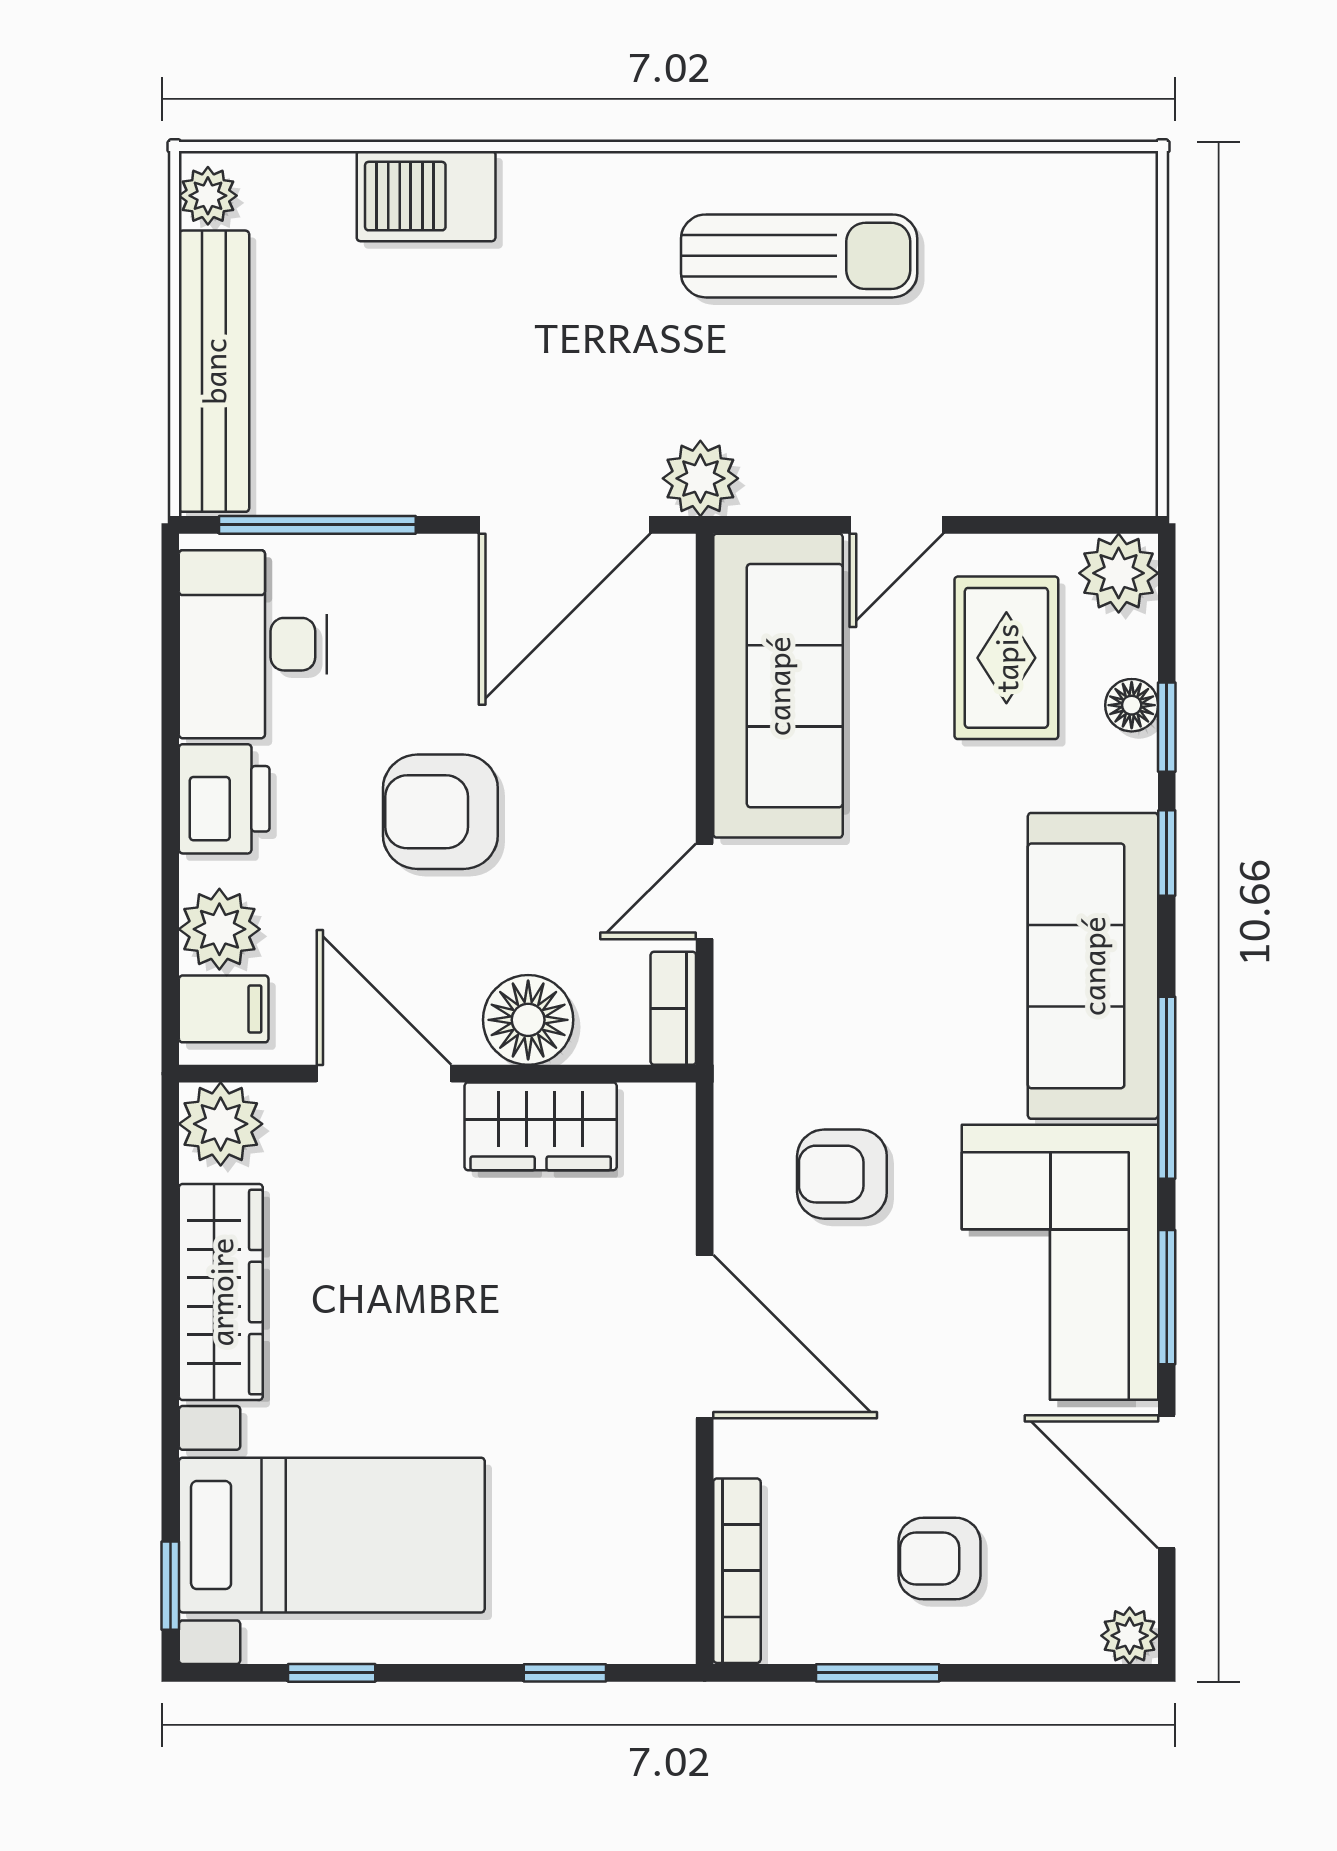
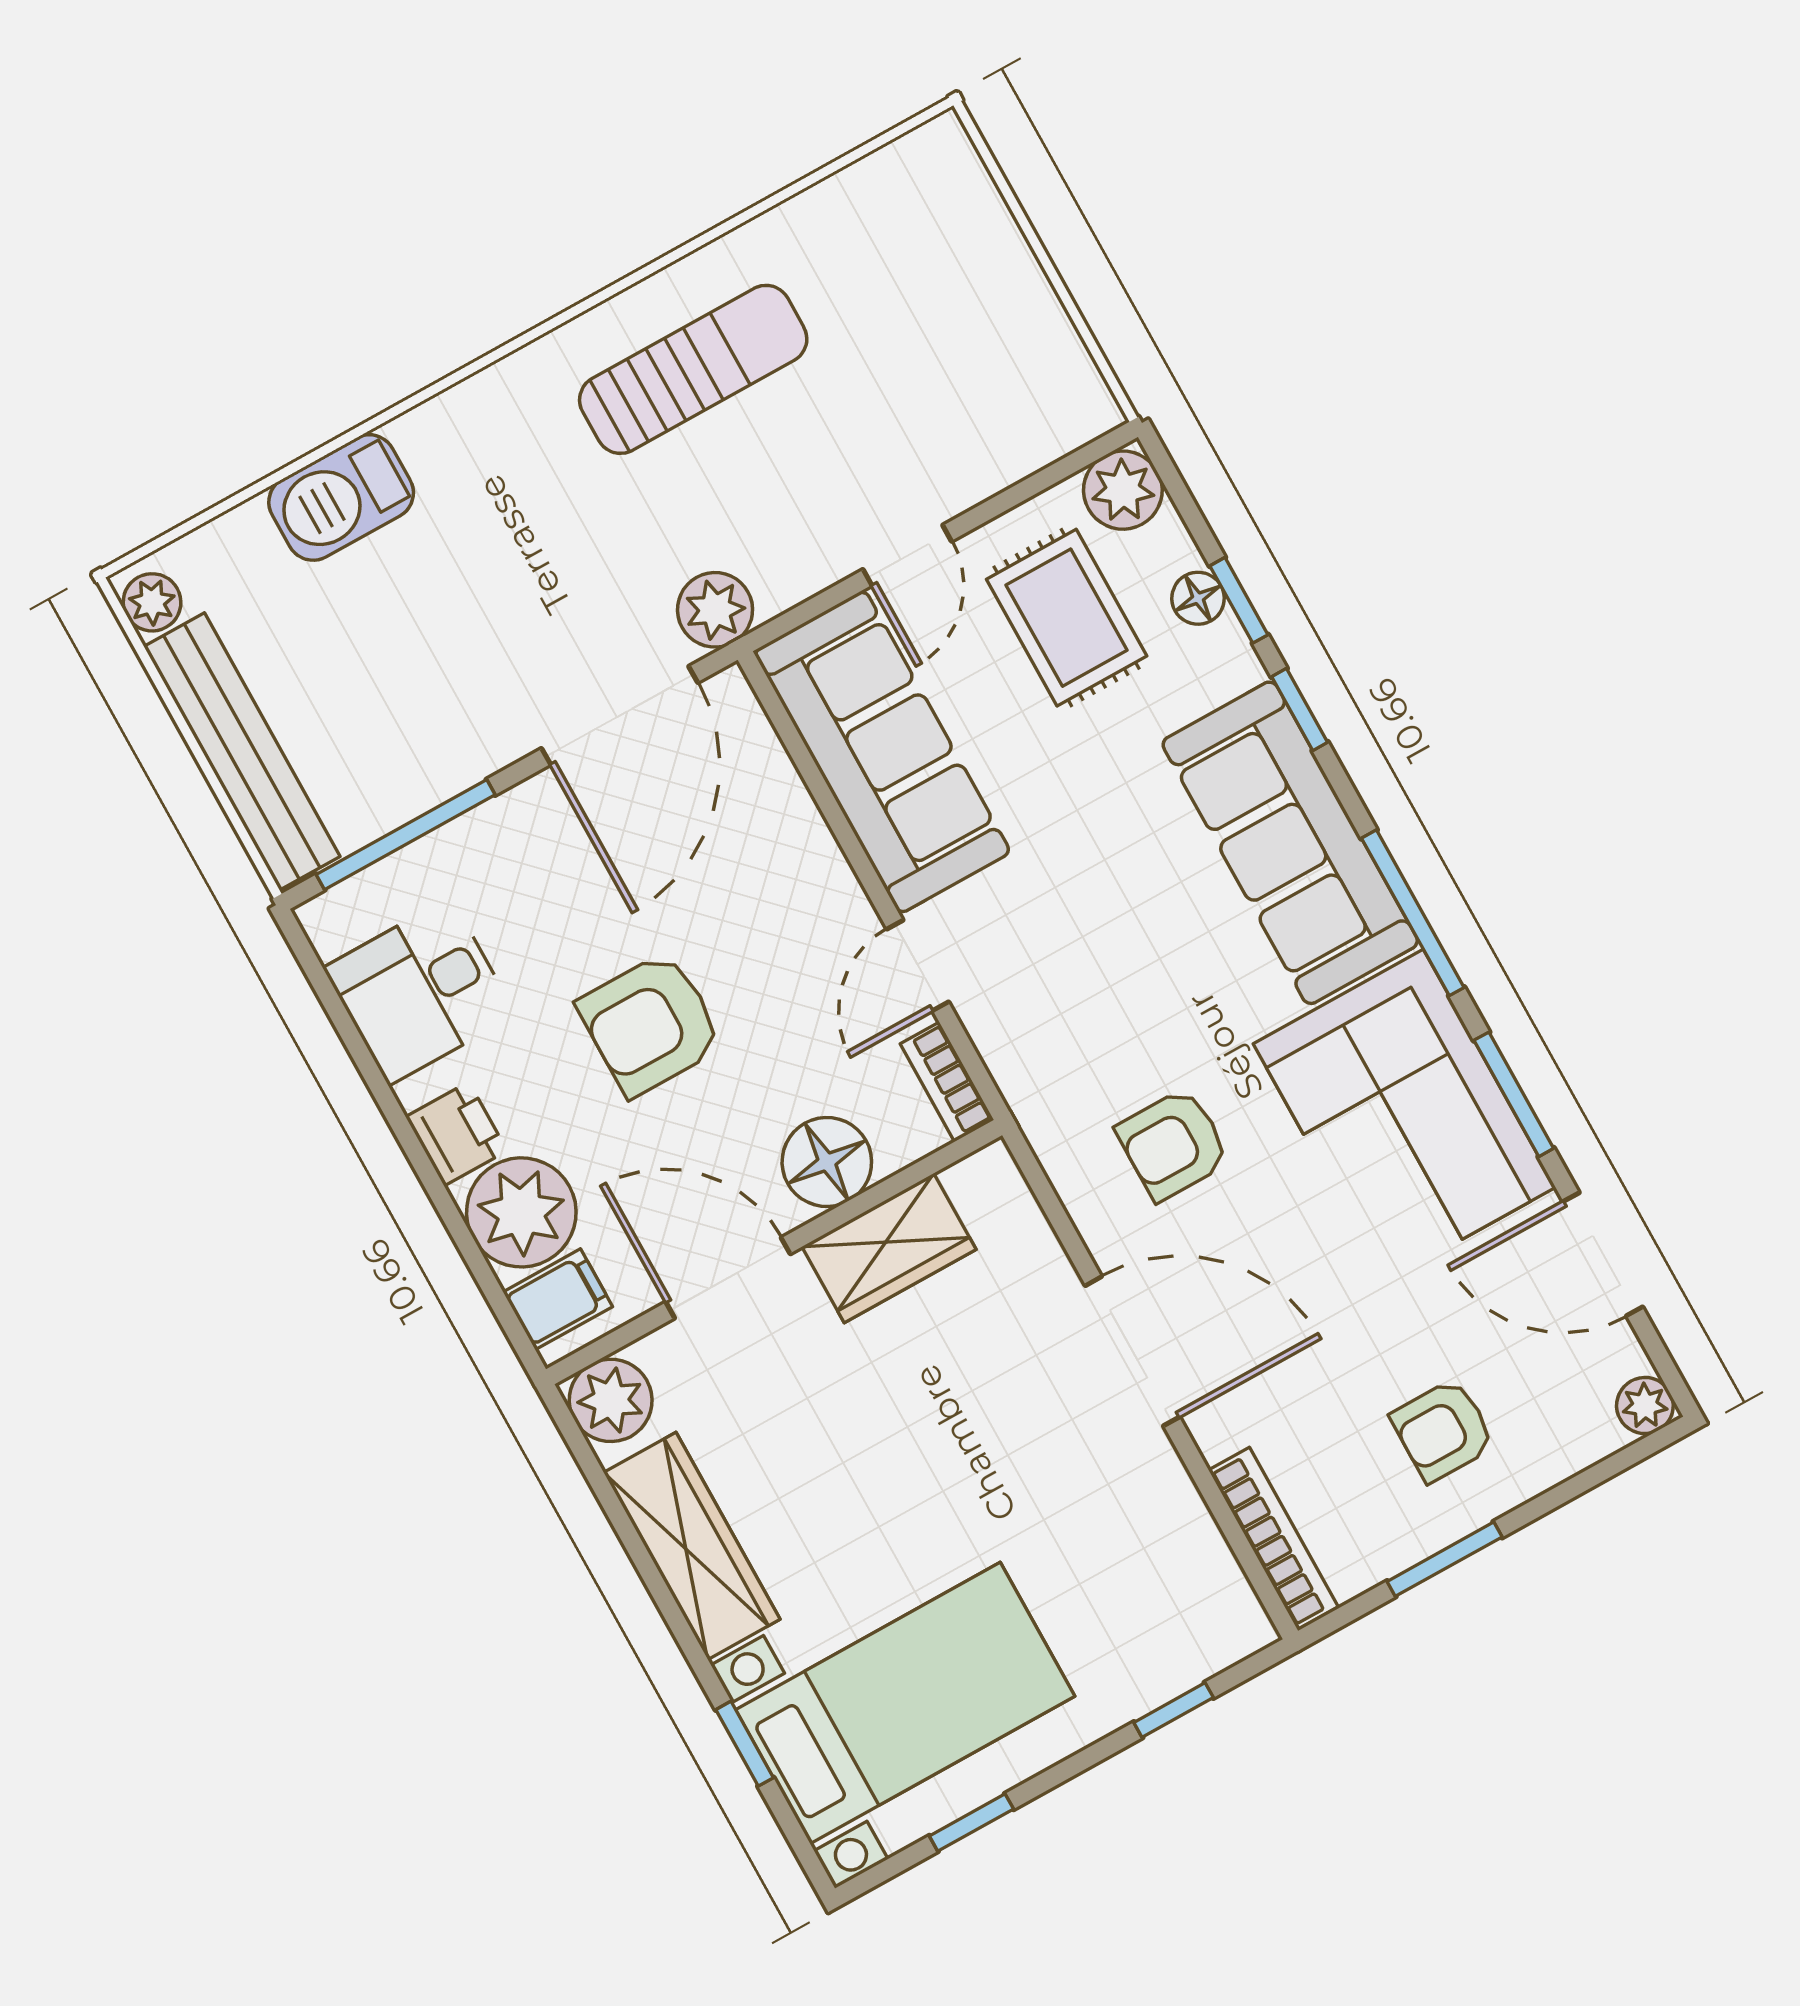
desk: (253, 644) -> (420, 991), width x0.73
printer: (224, 799) -> (456, 1134), width x0.73, depth x0.81
plant: (219, 929) -> (521, 1212), width x1.36, depth x1.36
window: (170, 1586) -> (745, 1744), moved

